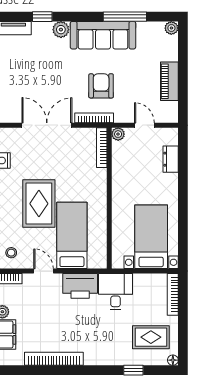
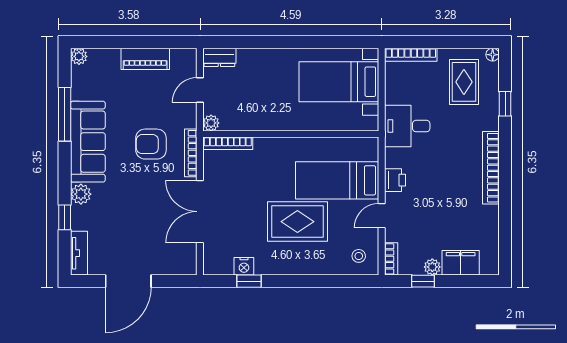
dresser: (171, 159) -> (219, 57), moved
printer: (80, 286) -> (395, 180), width x0.53, depth x0.68
bookcase: (54, 359) -> (491, 168), moved

